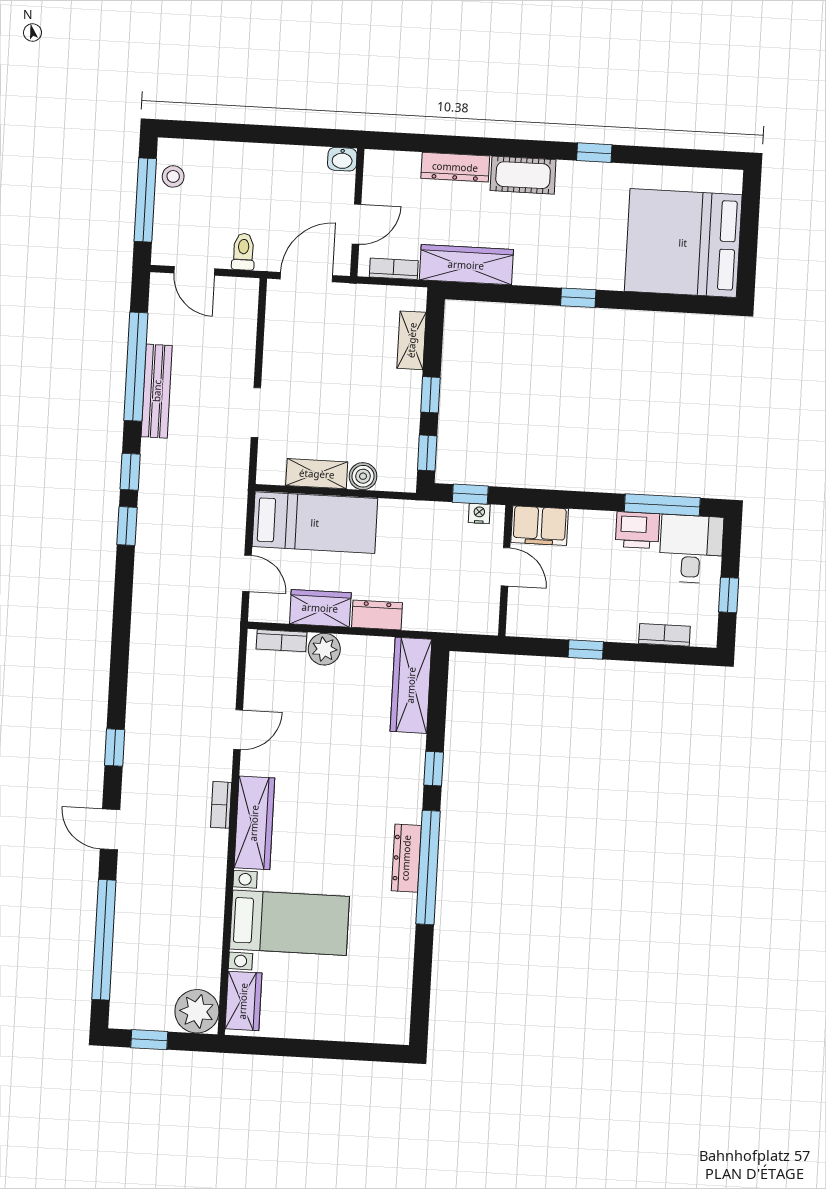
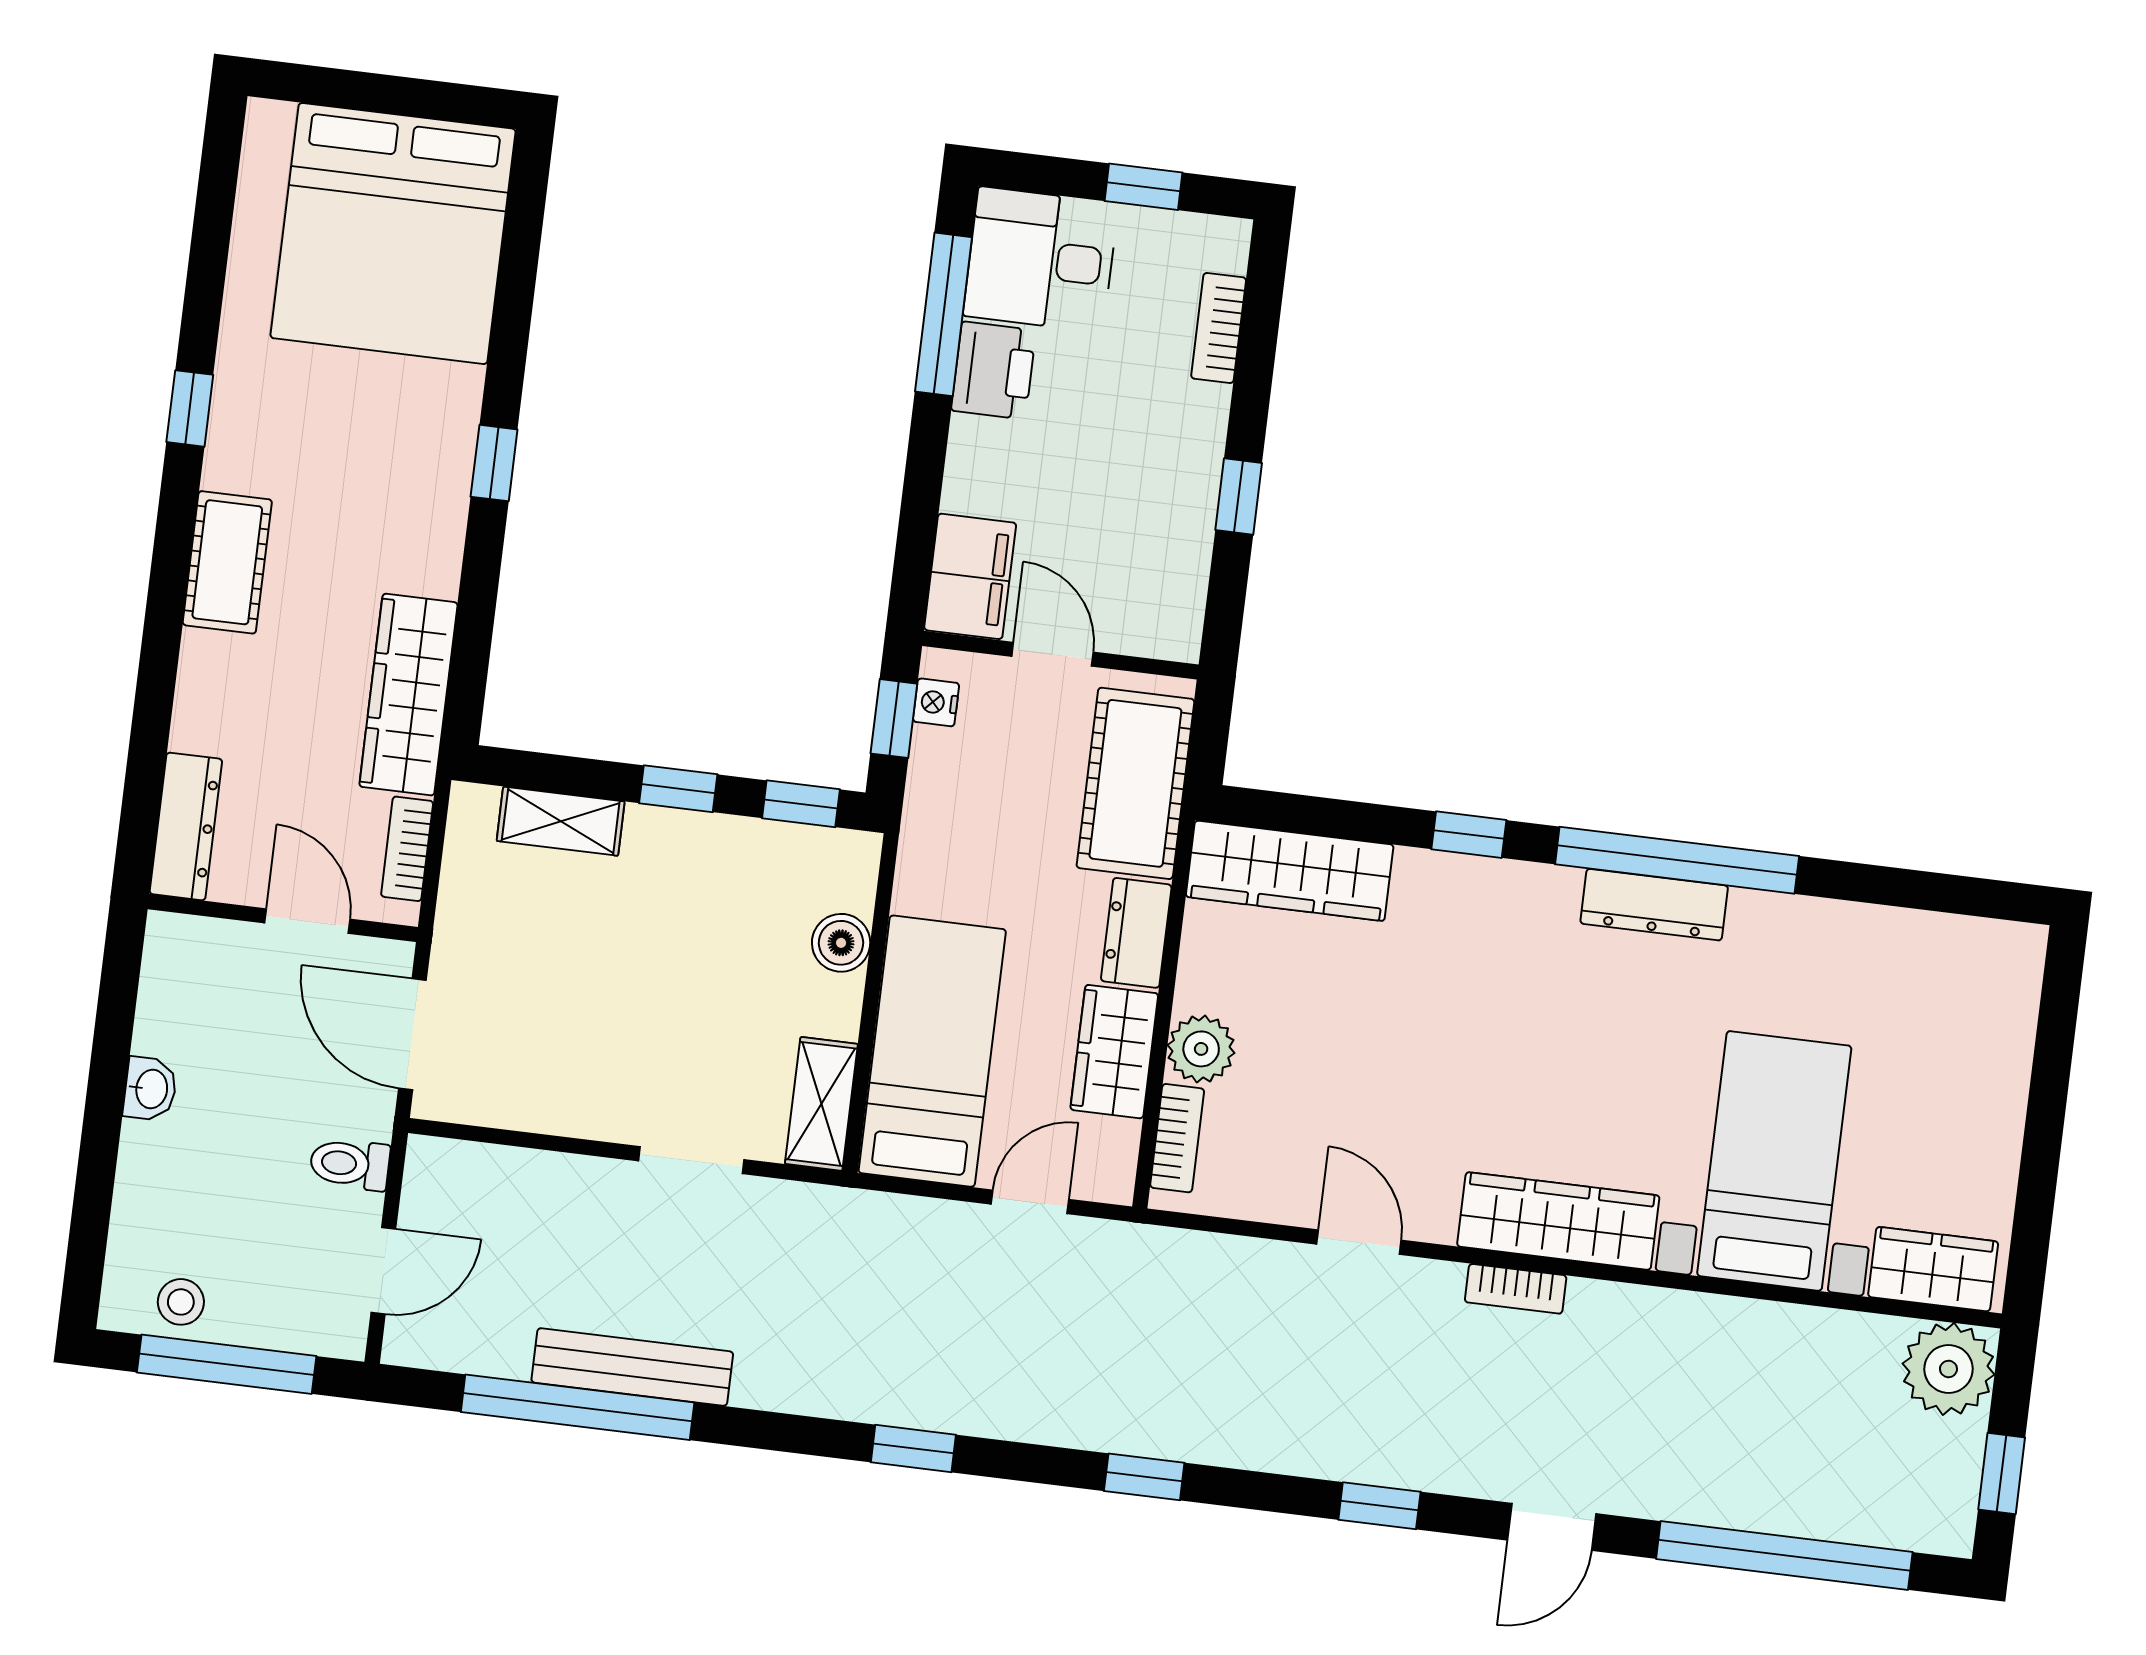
washbasin: (342, 159) -> (150, 1089), moved
dresser: (455, 167) -> (186, 826), moved
window: (130, 472) -> (1144, 1477), moved
shelving: (317, 474) -> (821, 1104), moved
door: (506, 567) -> (1053, 654), hinge flipped
cot: (447, 610) -> (1135, 783), added

